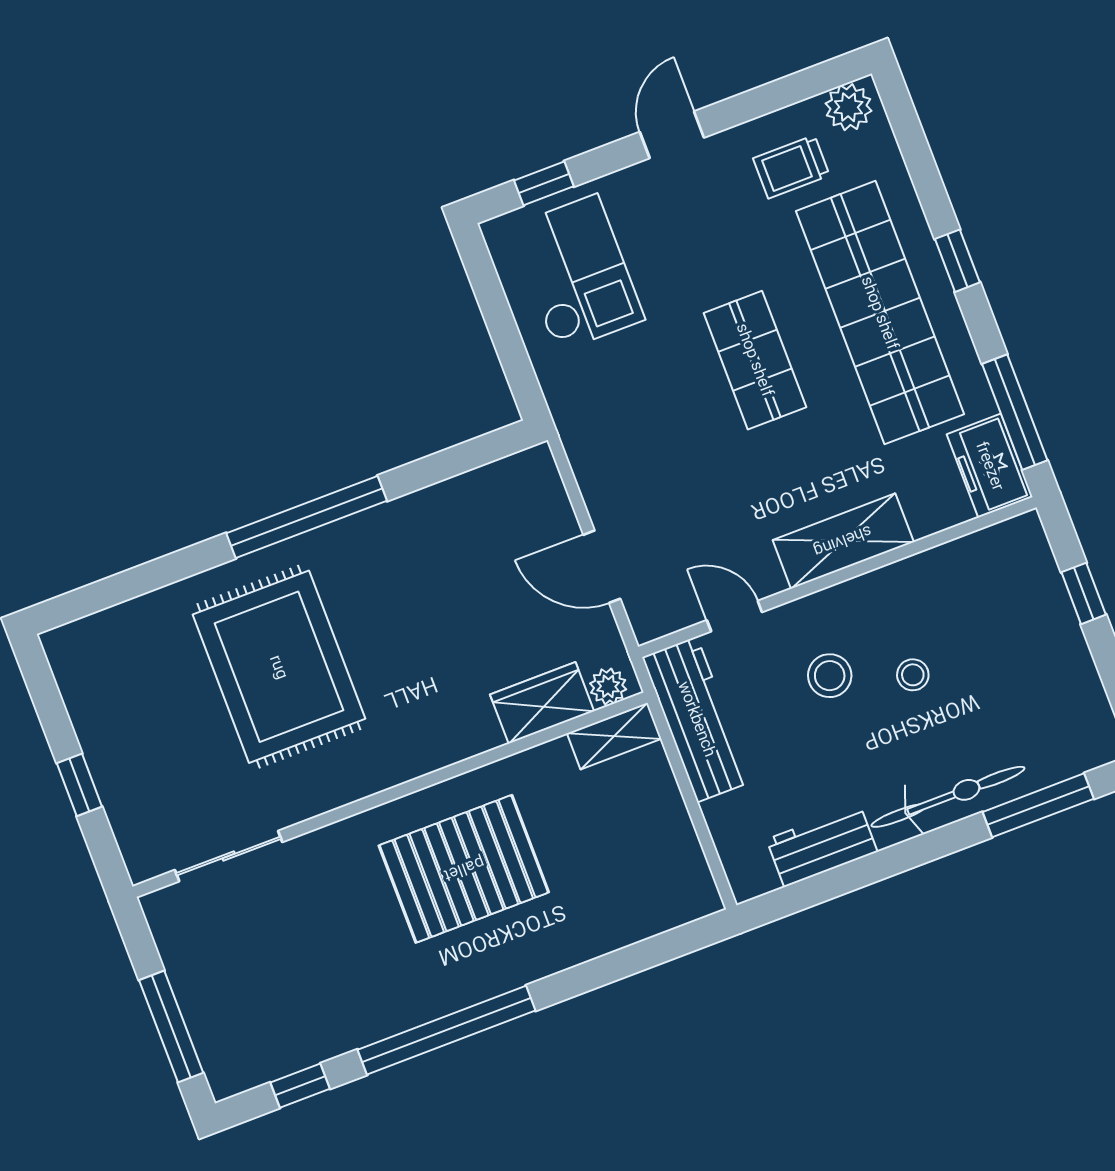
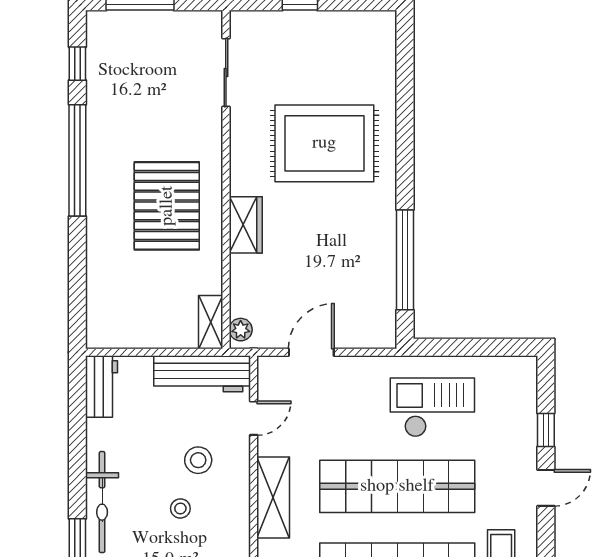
door: (672, 135) -> (546, 488), hinge flipped
window: (544, 183) -> (546, 430), moved
checkout: (577, 273) -> (432, 407), moved, turned 180
shop shelf: (755, 360) -> (397, 486), width x2.00, depth x1.36
window: (307, 517) -> (405, 260), moved
wardrobe: (542, 703) -> (246, 225), moved
workbench: (822, 846) -> (102, 386), moved

